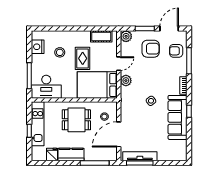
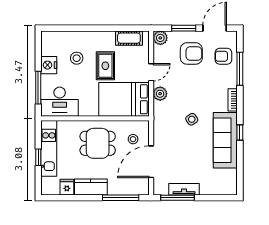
nightstand: (38, 47) -> (49, 65), moved
tv unit: (140, 156) -> (184, 189), width x0.71

